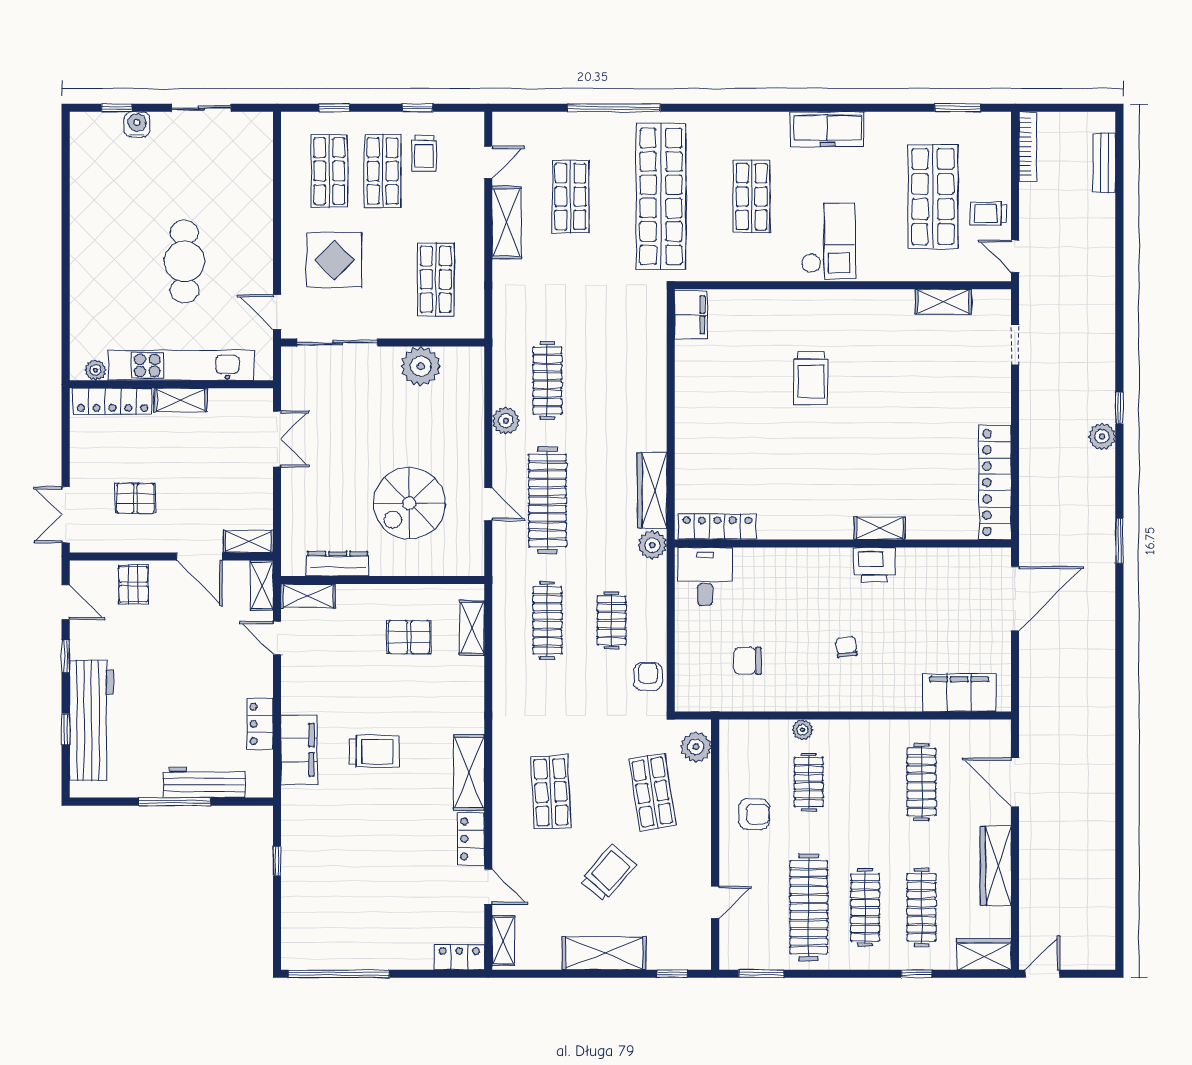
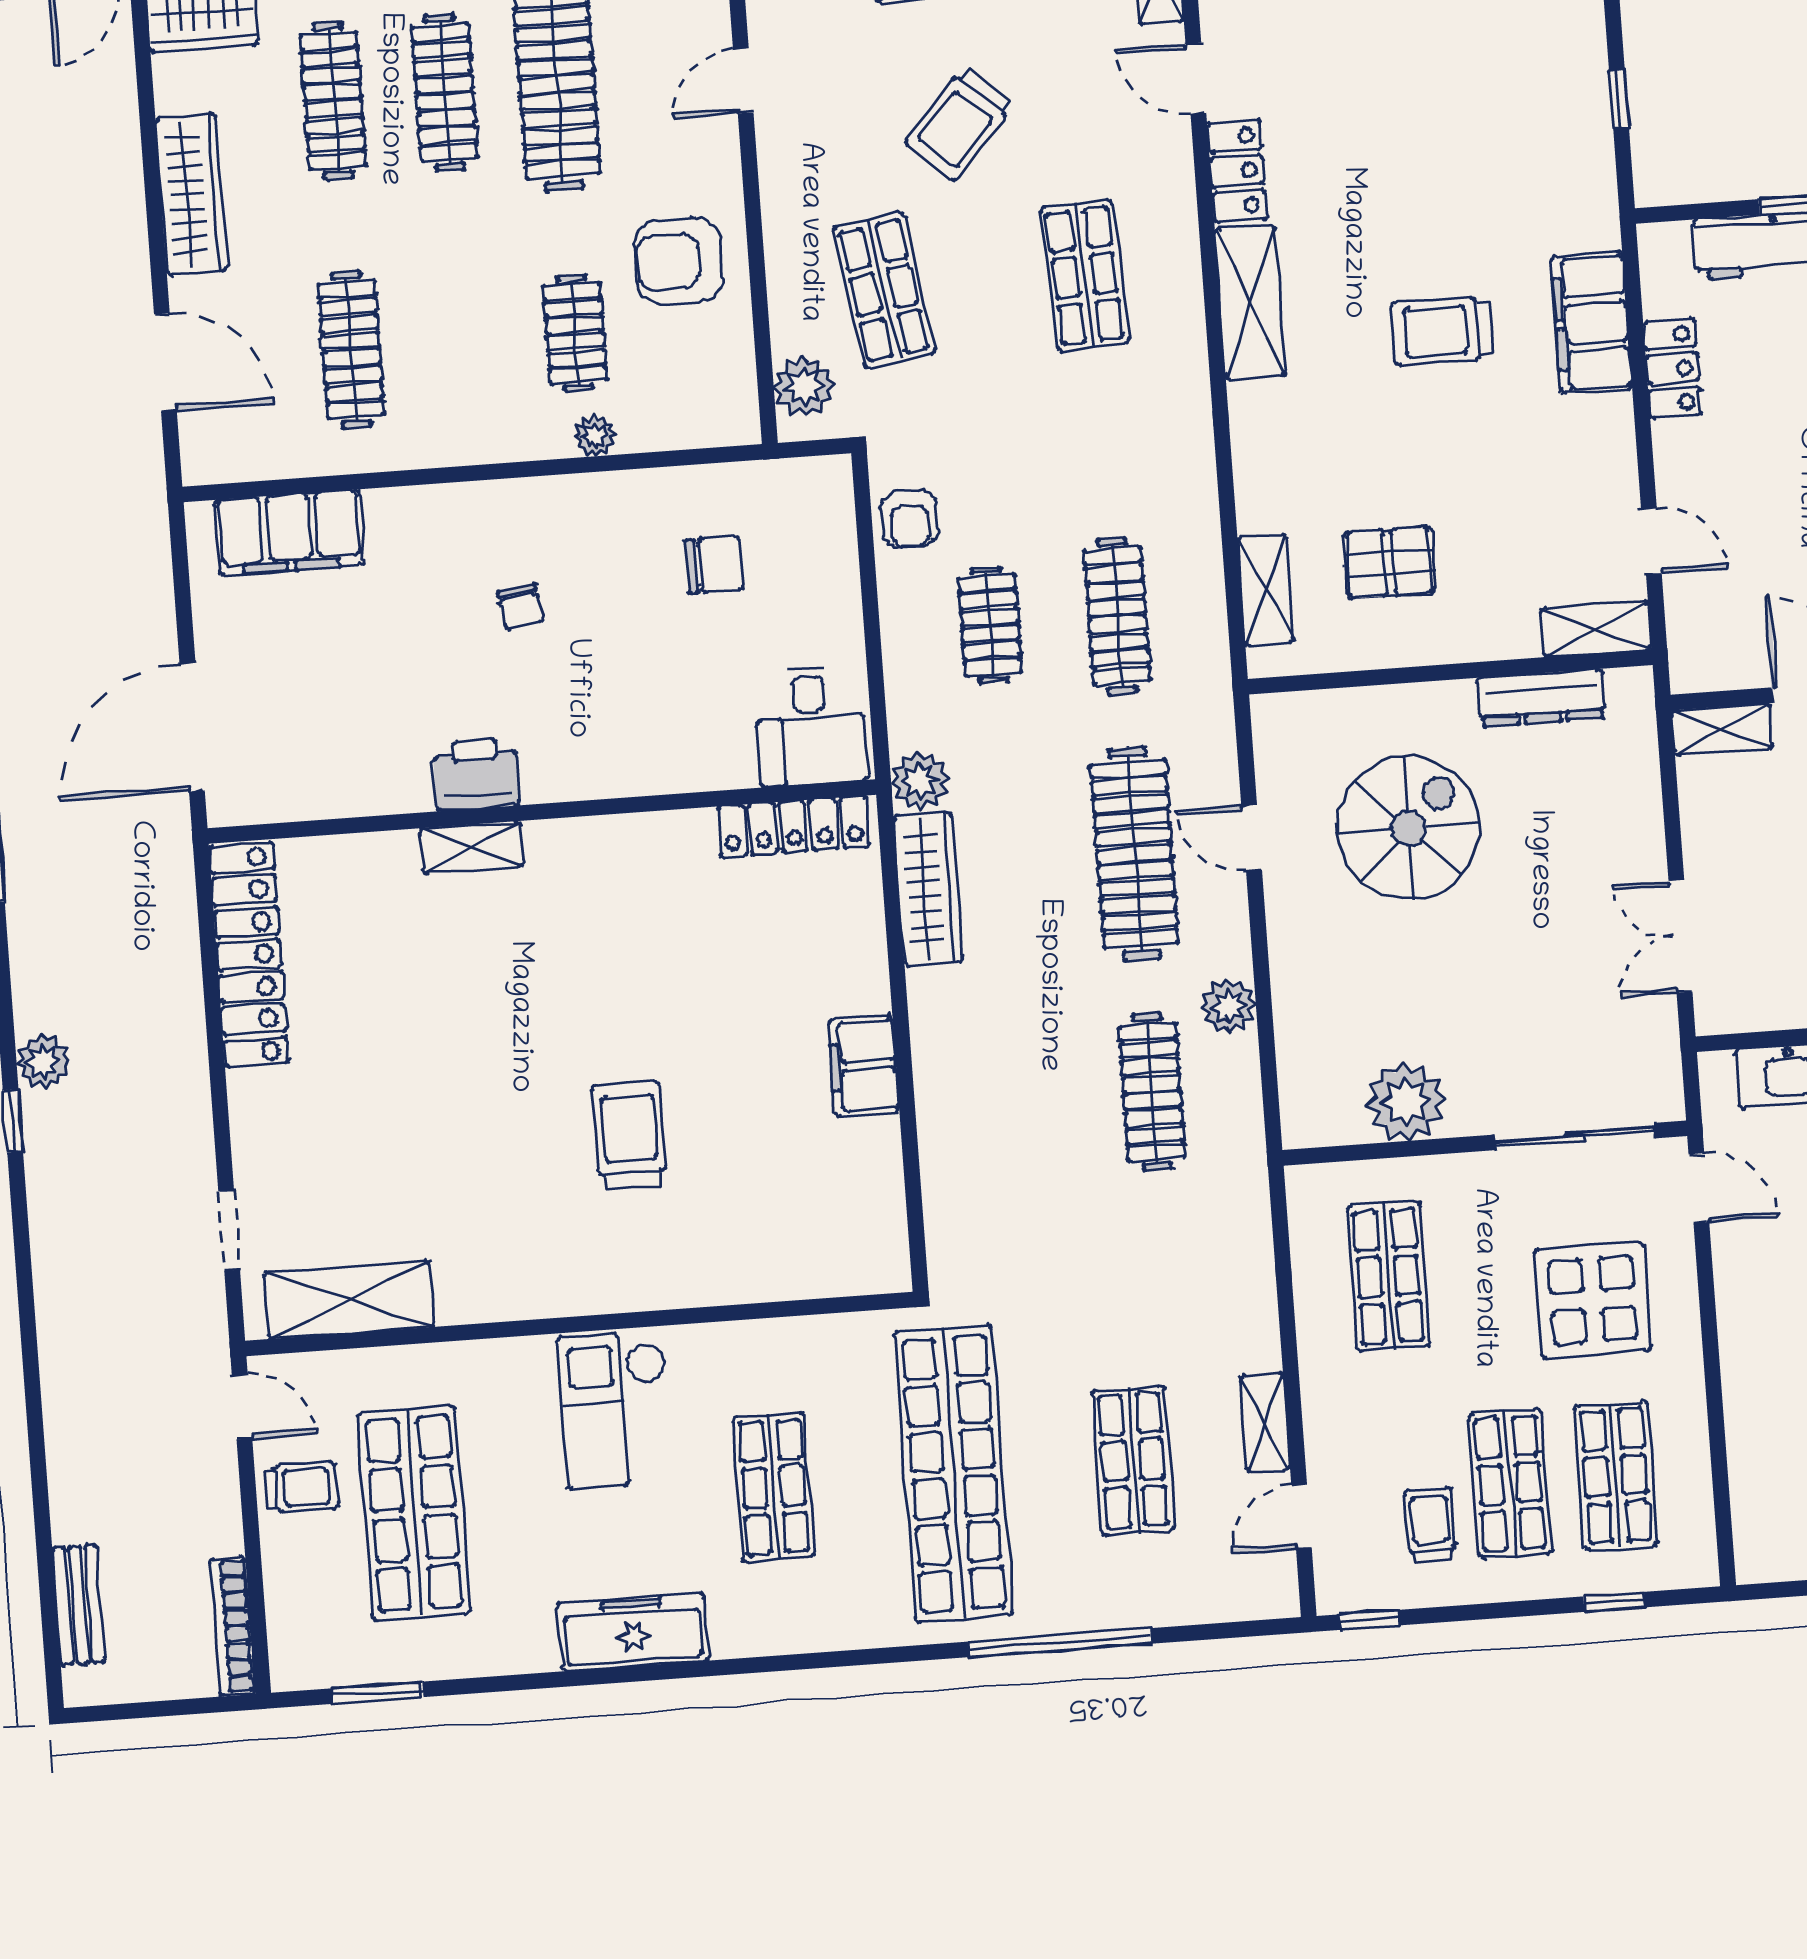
window: (417, 108) -> (1369, 1620), moved
shelving: (507, 223) -> (1265, 1423), width x0.67, depth x0.75
shelving: (943, 302) -> (349, 1300), width x1.50, depth x1.33
filing cabinet: (691, 315) -> (864, 1066), moved
shelving: (262, 585) -> (1689, 644), removed
armchair: (754, 814) -> (679, 261), width x1.38, depth x1.38

